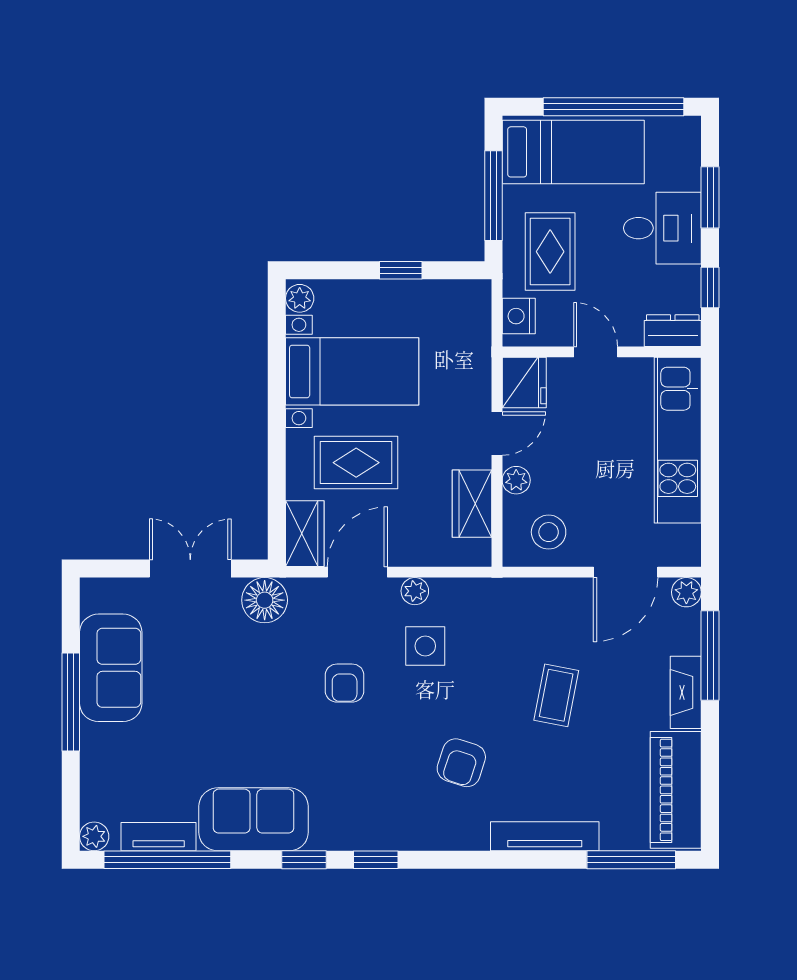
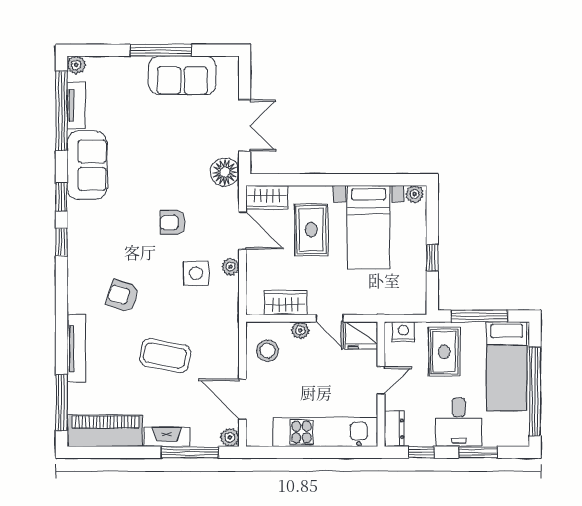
rug: (550, 252) -> (444, 352), turned 90
coffee table: (556, 695) -> (165, 356), width x1.36, depth x1.30

